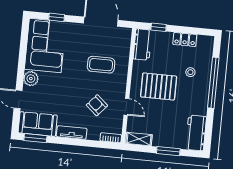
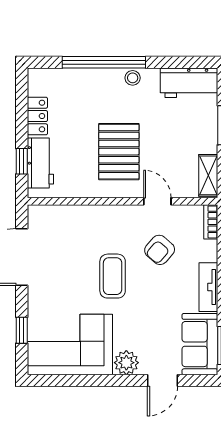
workbench: (142, 45) -> (40, 163), moved, turned 90
coffee table: (101, 65) -> (113, 276), moved
stool: (190, 72) -> (133, 78), moved
door: (126, 107) -> (157, 201), hinge flipped

